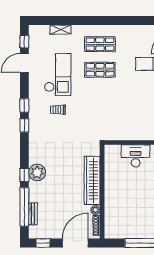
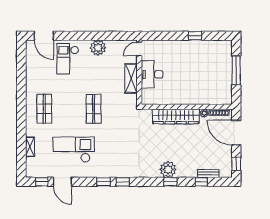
shop shelf: (100, 70) -> (94, 109), moved
trolley: (58, 110) -> (107, 149), removed
shelving: (131, 134) -> (131, 78), added
window: (24, 207) -> (201, 182), width x0.32

